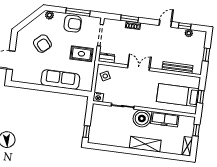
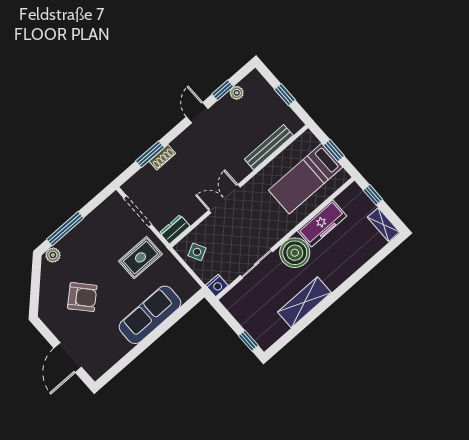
window: (78, 12) -> (65, 229), moved
armchair: (73, 24) -> (91, 234), removed
shelving: (145, 144) -> (304, 302), moved

